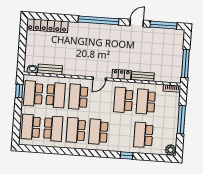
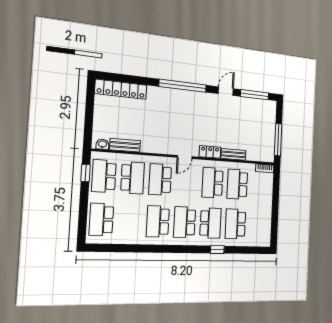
window: (181, 120) -> (275, 204), removed
school desk: (53, 129) -> (210, 223), moved
plant: (171, 150) -> (265, 240), removed

